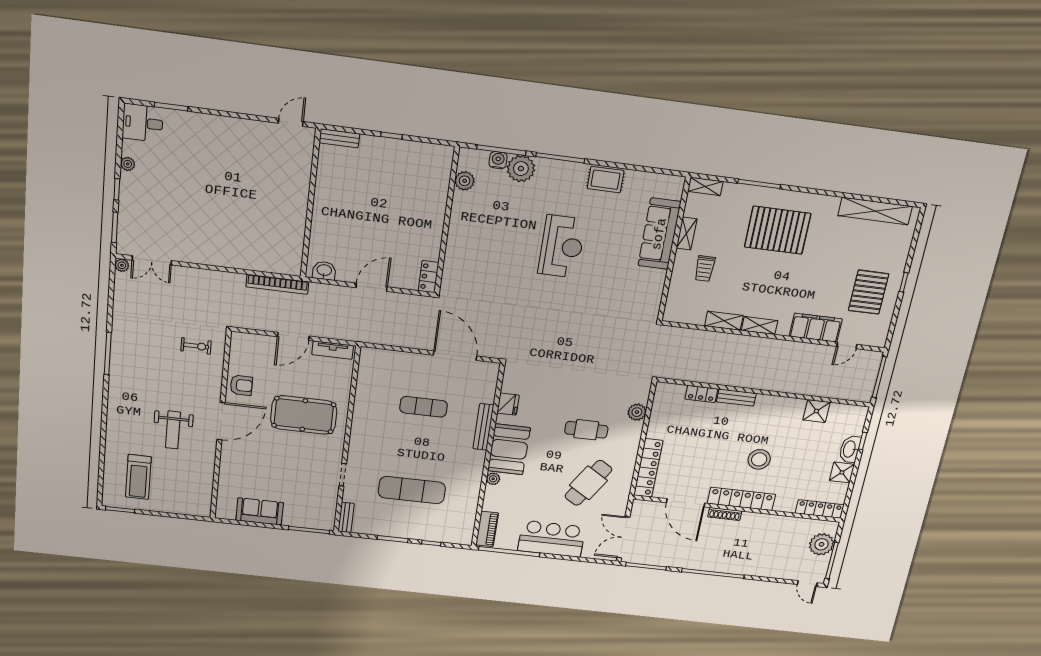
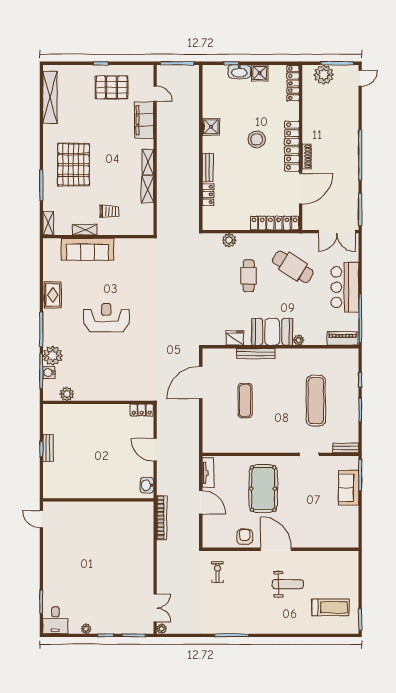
bench: (339, 138) -> (48, 448), moved
shower: (816, 411) -> (211, 127), moved
sofa: (260, 511) -> (349, 488), moved

